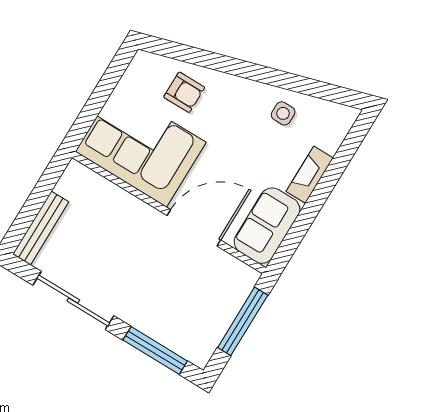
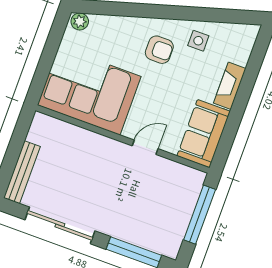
plant: (146, 62) -> (80, 21), added
armchair: (184, 92) -> (159, 50), moved
door: (194, 228) -> (145, 147), width x0.53

